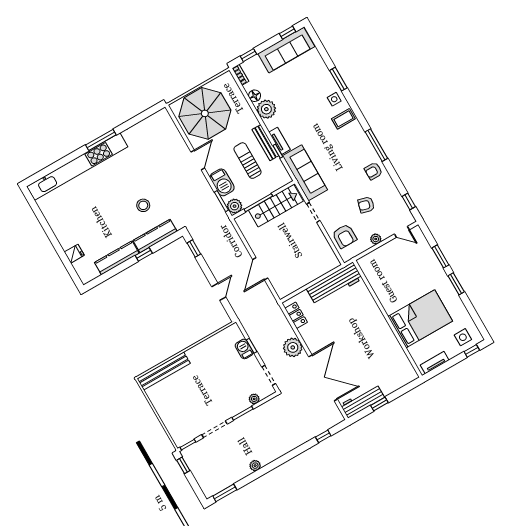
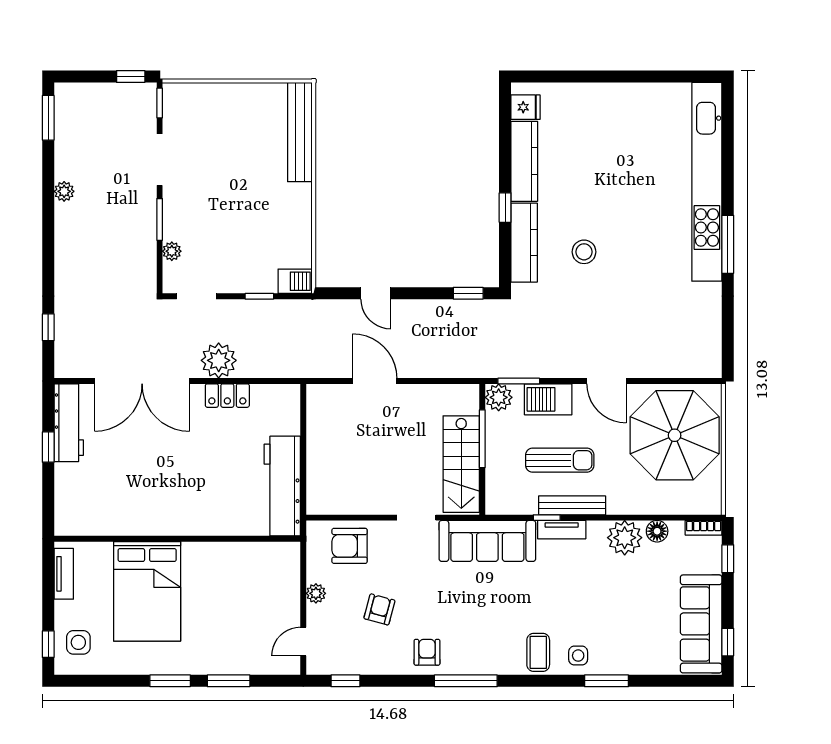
fridge: (74, 254) -> (526, 107), moved, turned -90
locker: (296, 315) -> (227, 396), moved
barbecue: (244, 349) -> (295, 281), moved

